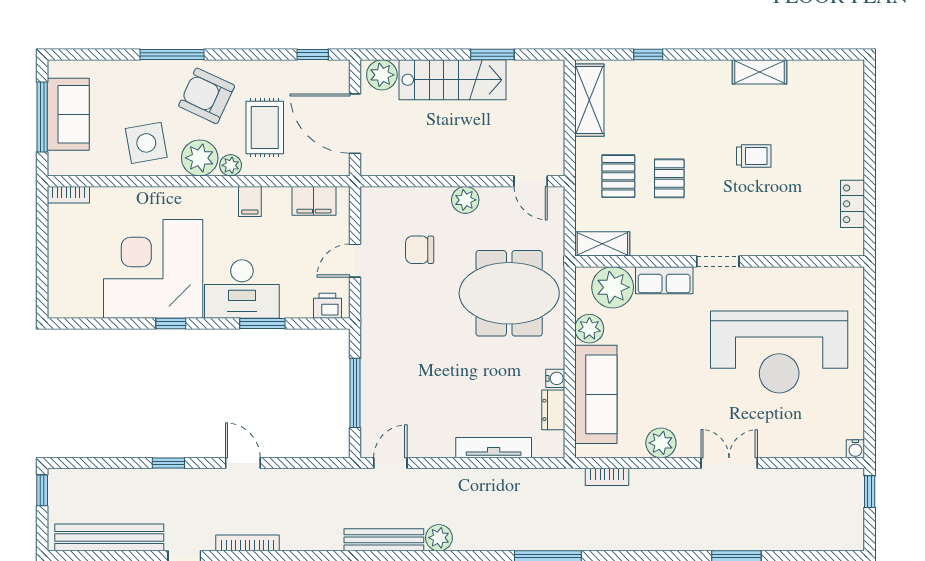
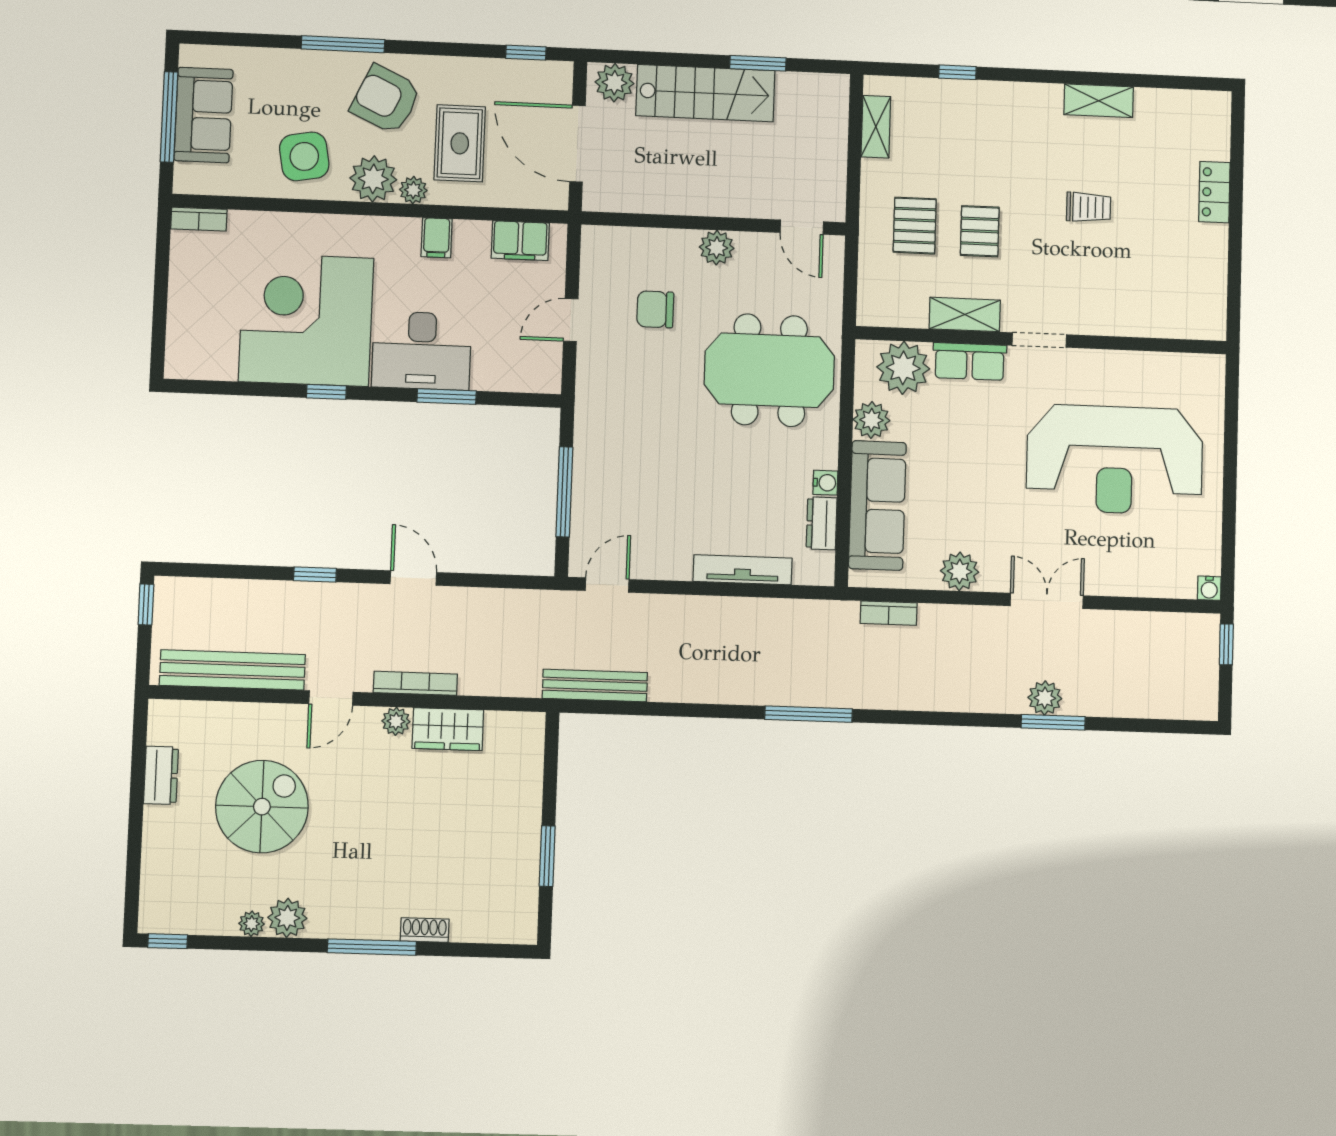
shelving: (589, 100) -> (876, 127), width x0.67, depth x0.75
locker: (853, 204) -> (1214, 192), moved
shelving: (602, 244) -> (965, 314), moved
printer: (327, 306) -> (533, 377), removed
plant: (439, 538) -> (1045, 698), moved

